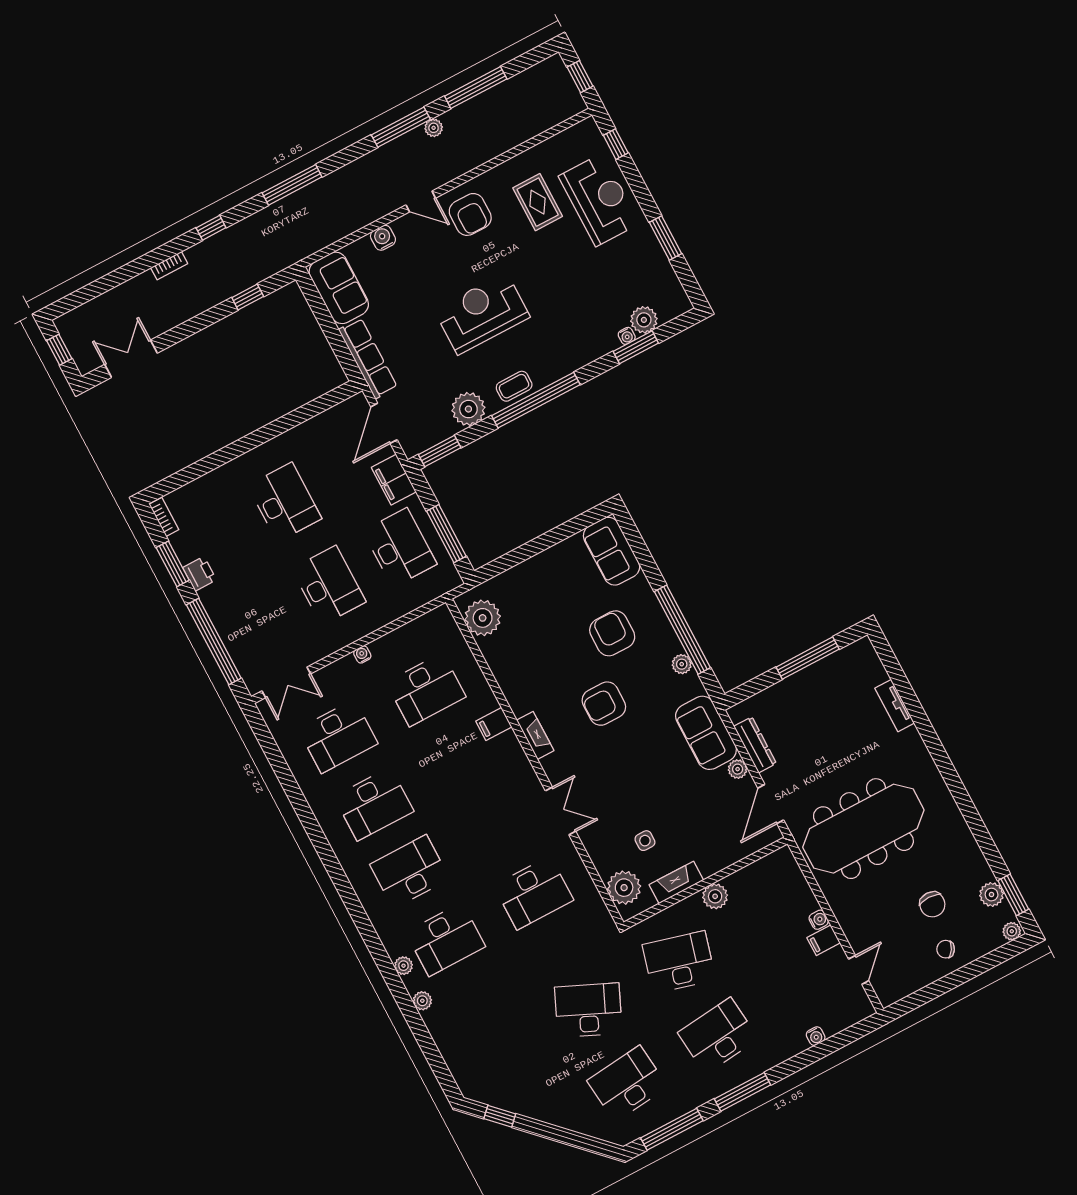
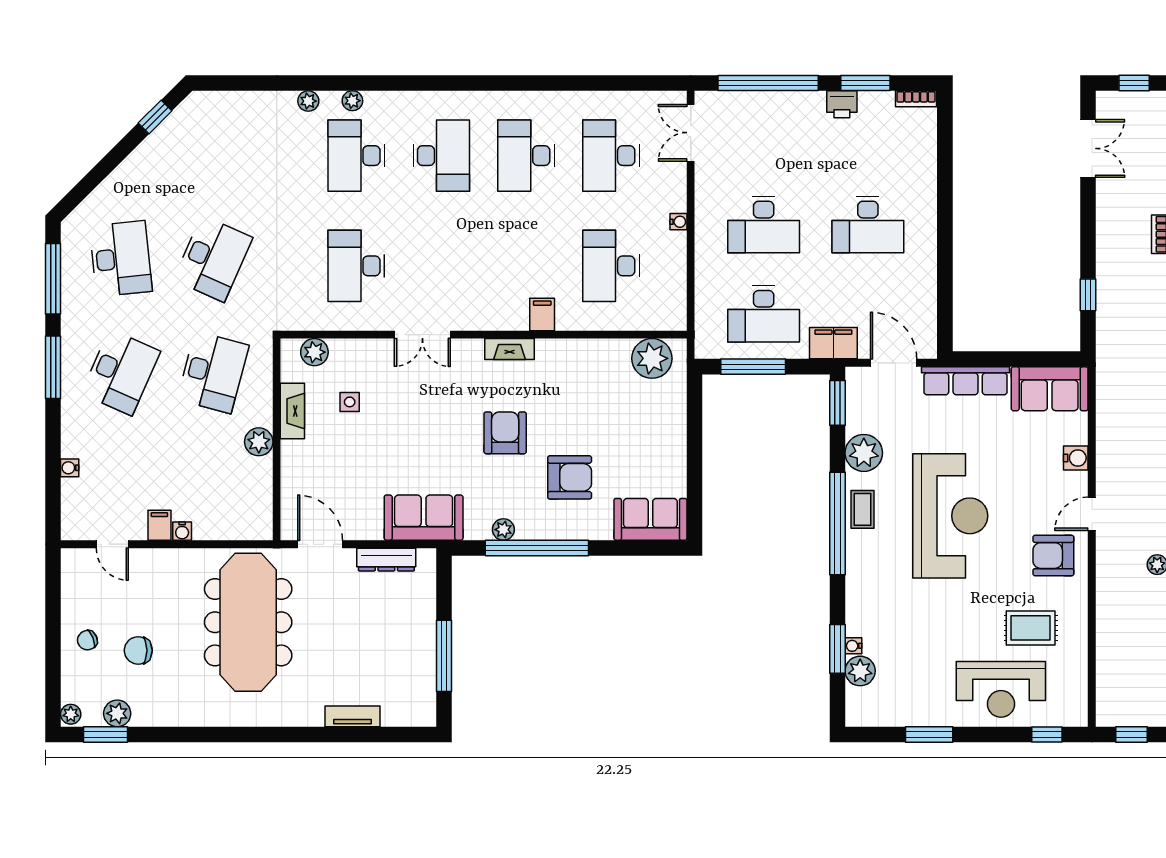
reception desk: (482, 313) -> (950, 516), width x1.36, depth x1.30
plant: (738, 769) -> (372, 530), removed
plant: (624, 888) -> (314, 352), width x0.73, depth x0.73
chair: (946, 949) -> (87, 640), turned -144
desk: (718, 1036) -> (121, 372), turned 30

